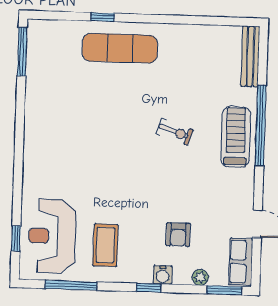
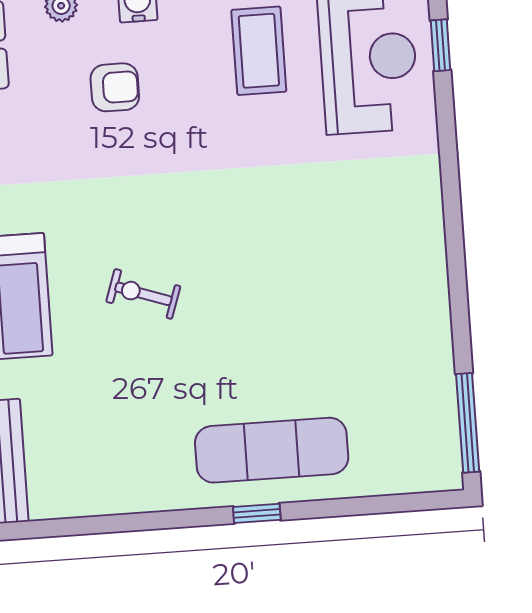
window: (103, 17) -> (257, 513), moved
armchair: (178, 235) -> (115, 87), turned 90

